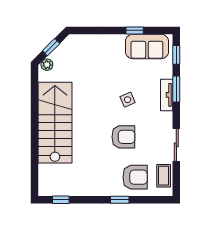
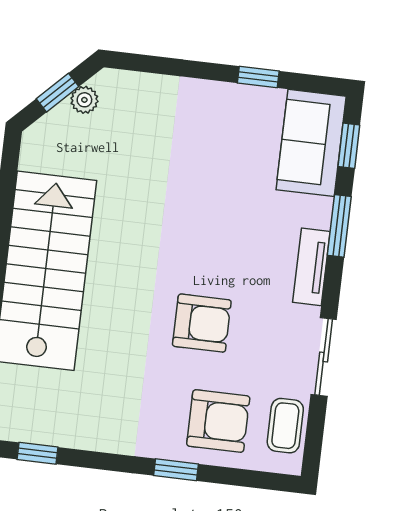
sofa: (147, 47) -> (311, 143), moved, turned 90
plant: (47, 65) -> (84, 100), moved
tv unit: (167, 95) -> (311, 267), moved
side table: (128, 100) -> (222, 237), removed

